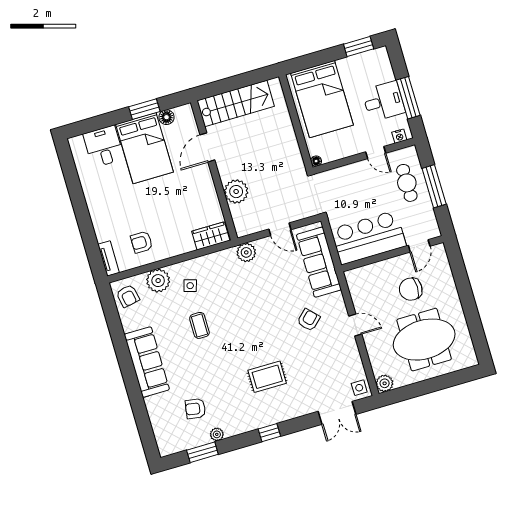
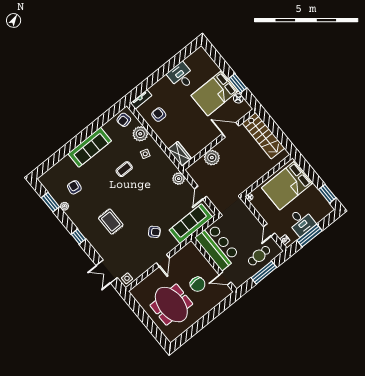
desk: (104, 146) -> (181, 76), moved, turned -90
chair: (411, 289) -> (198, 284), turned 180
plant: (385, 383) -> (136, 292), removed

